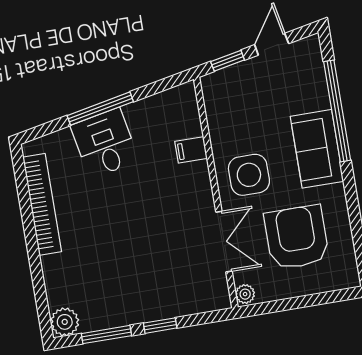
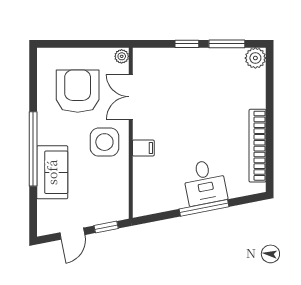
window: (337, 111) -> (33, 149), moved
sofa: (317, 149) -> (52, 172), moved
filing cabinet: (191, 150) -> (143, 148), moved
armchair: (297, 237) -> (78, 91), turned 180

